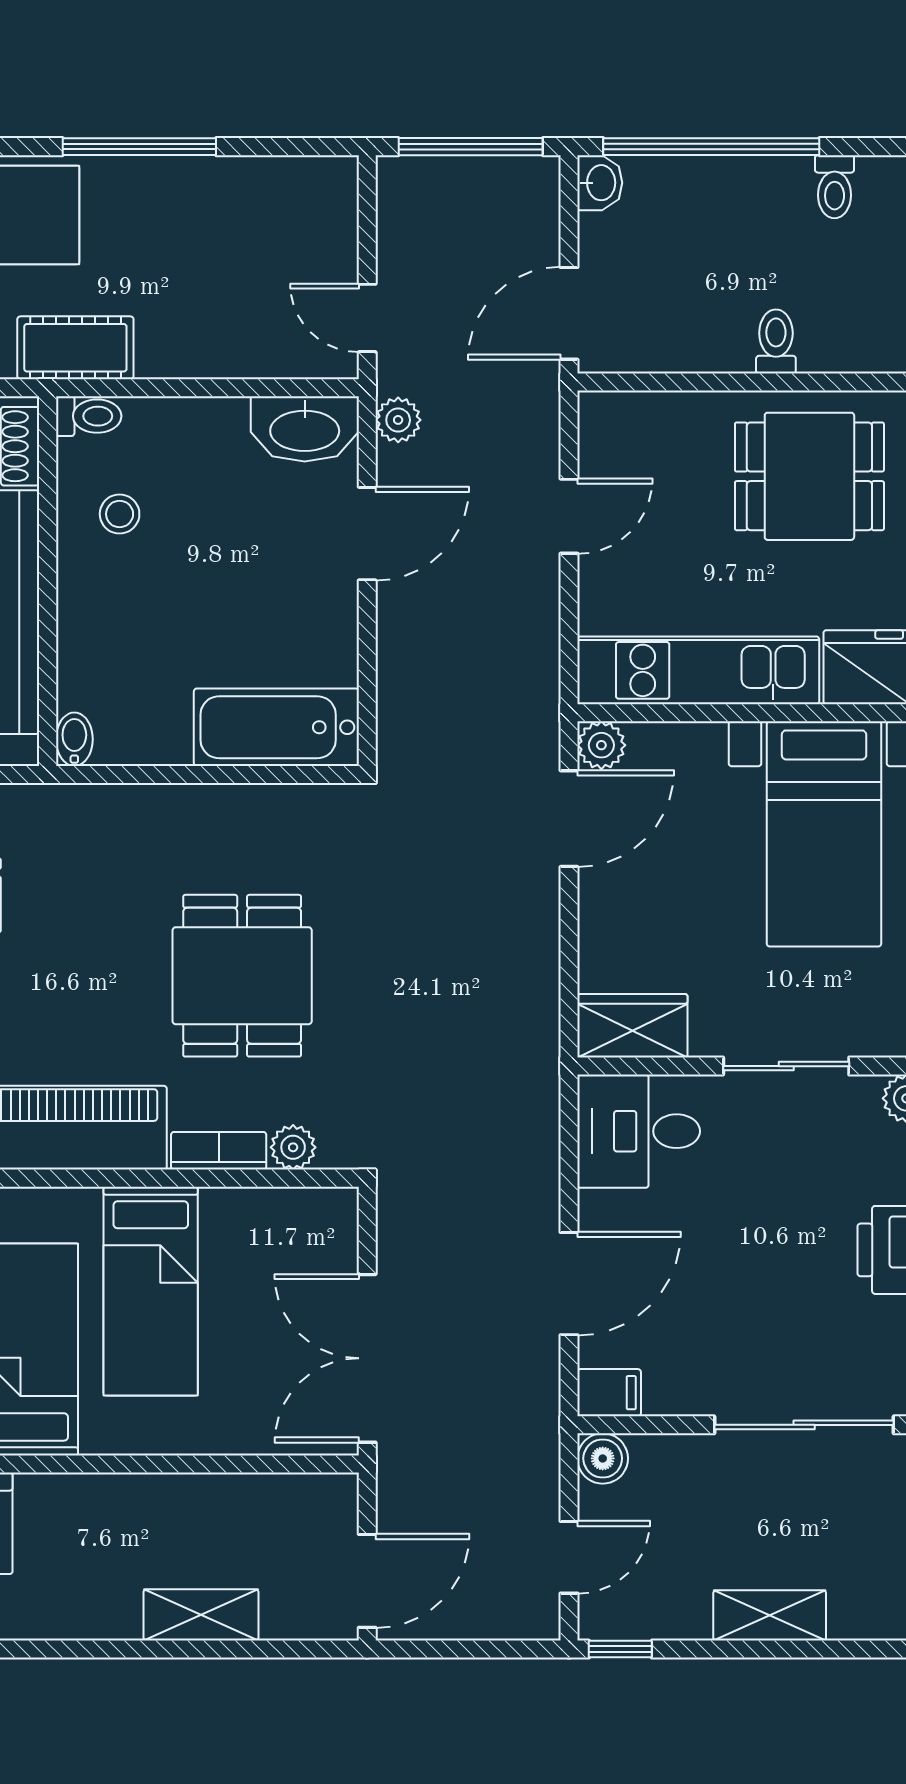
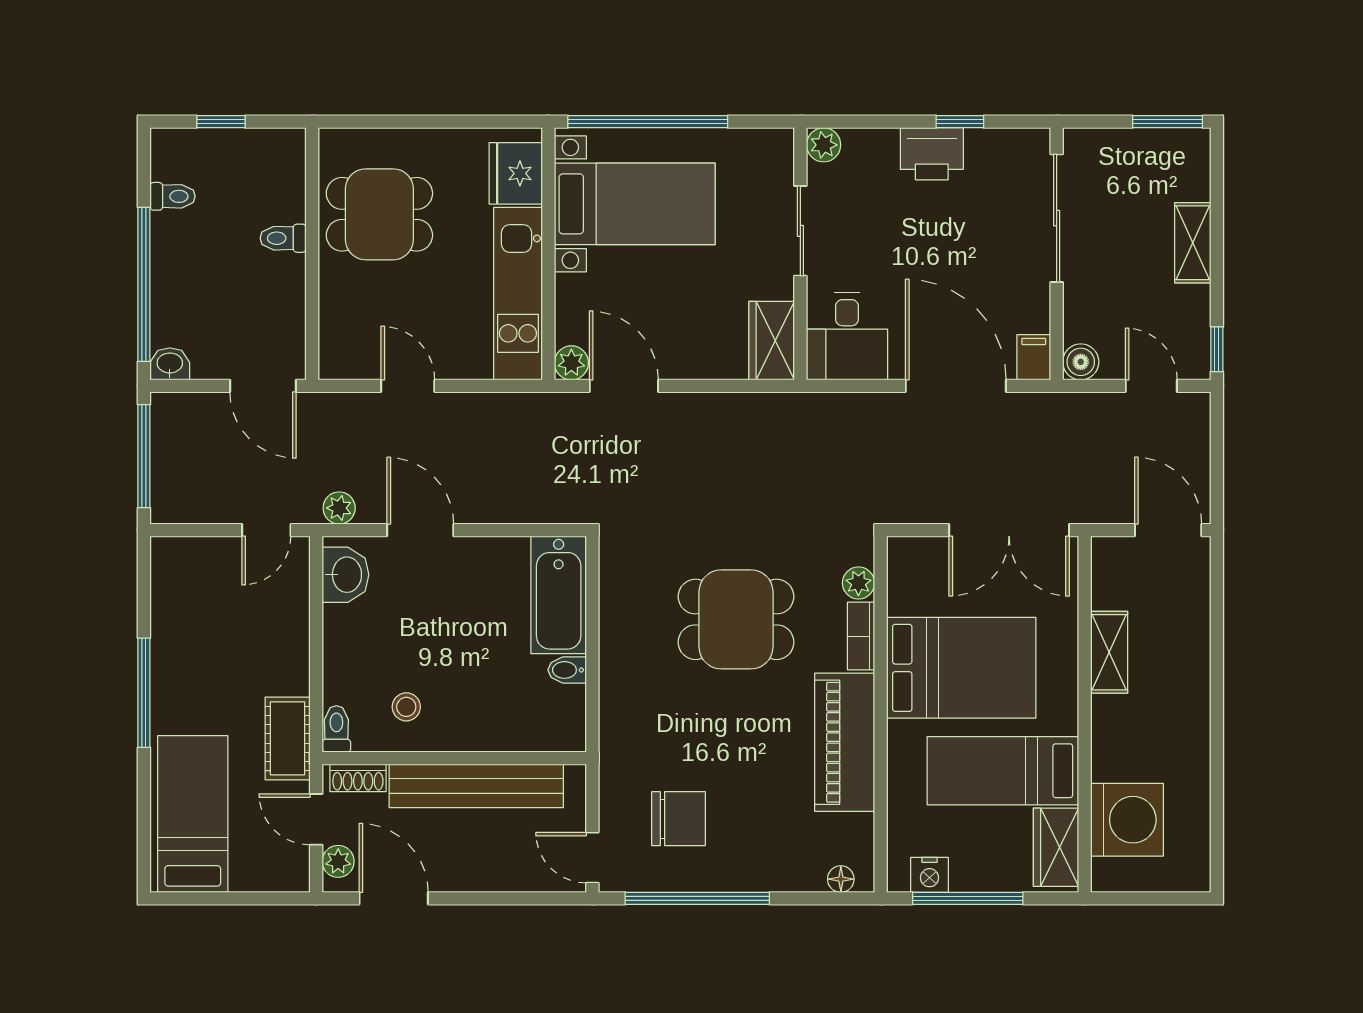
washbasin: (305, 429) -> (346, 575), width x0.72
dining table: (809, 476) -> (379, 214), turned 90
bidet: (74, 739) -> (567, 670), moved
door: (569, 1284) -> (956, 386), width x1.36
bed: (151, 1291) -> (961, 668), width x1.50
shelving: (201, 1615) -> (1109, 652), moved

